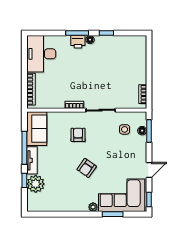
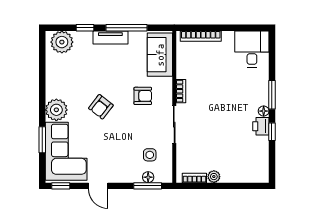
printer: (78, 42) -> (261, 126), moved
desk: (41, 54) -> (252, 49), width x0.73
plant: (142, 79) -> (214, 177), added
sofa: (37, 129) -> (160, 55), moved, turned 90
armchair: (87, 168) -> (101, 107), turned -87
plant: (36, 184) -> (62, 42), moved
plant: (93, 207) -> (56, 110), width x1.88, depth x1.88

